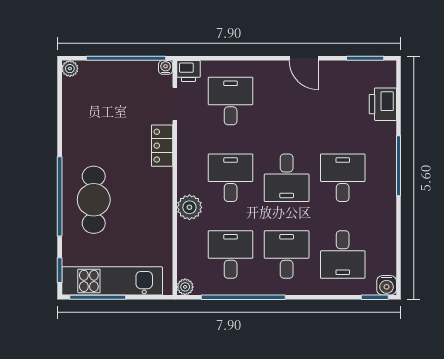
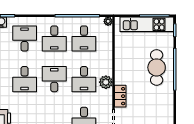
plant: (189, 207) -> (106, 82), moved

